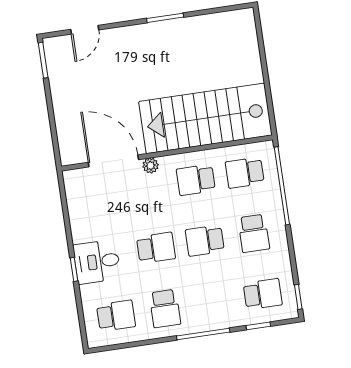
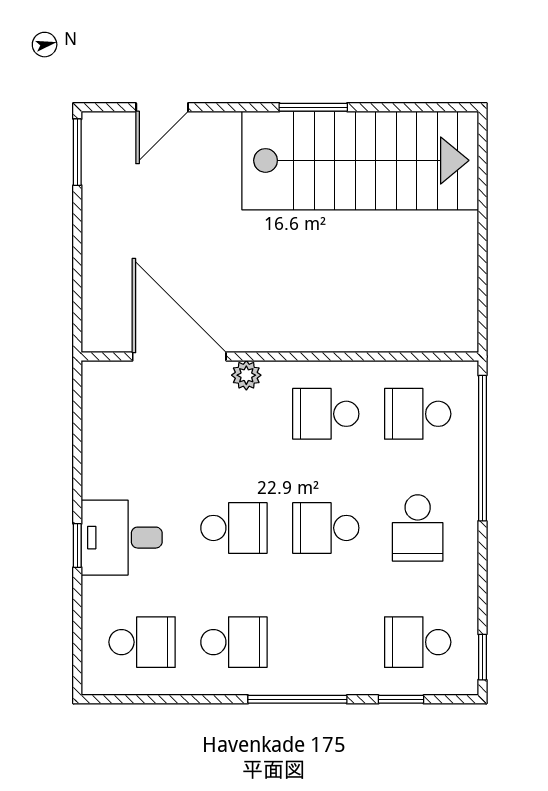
stairs: (205, 118) -> (360, 160), moved, turned 180
school desk: (263, 294) -> (418, 642), turned 180
school desk: (165, 309) -> (234, 642), turned -90

